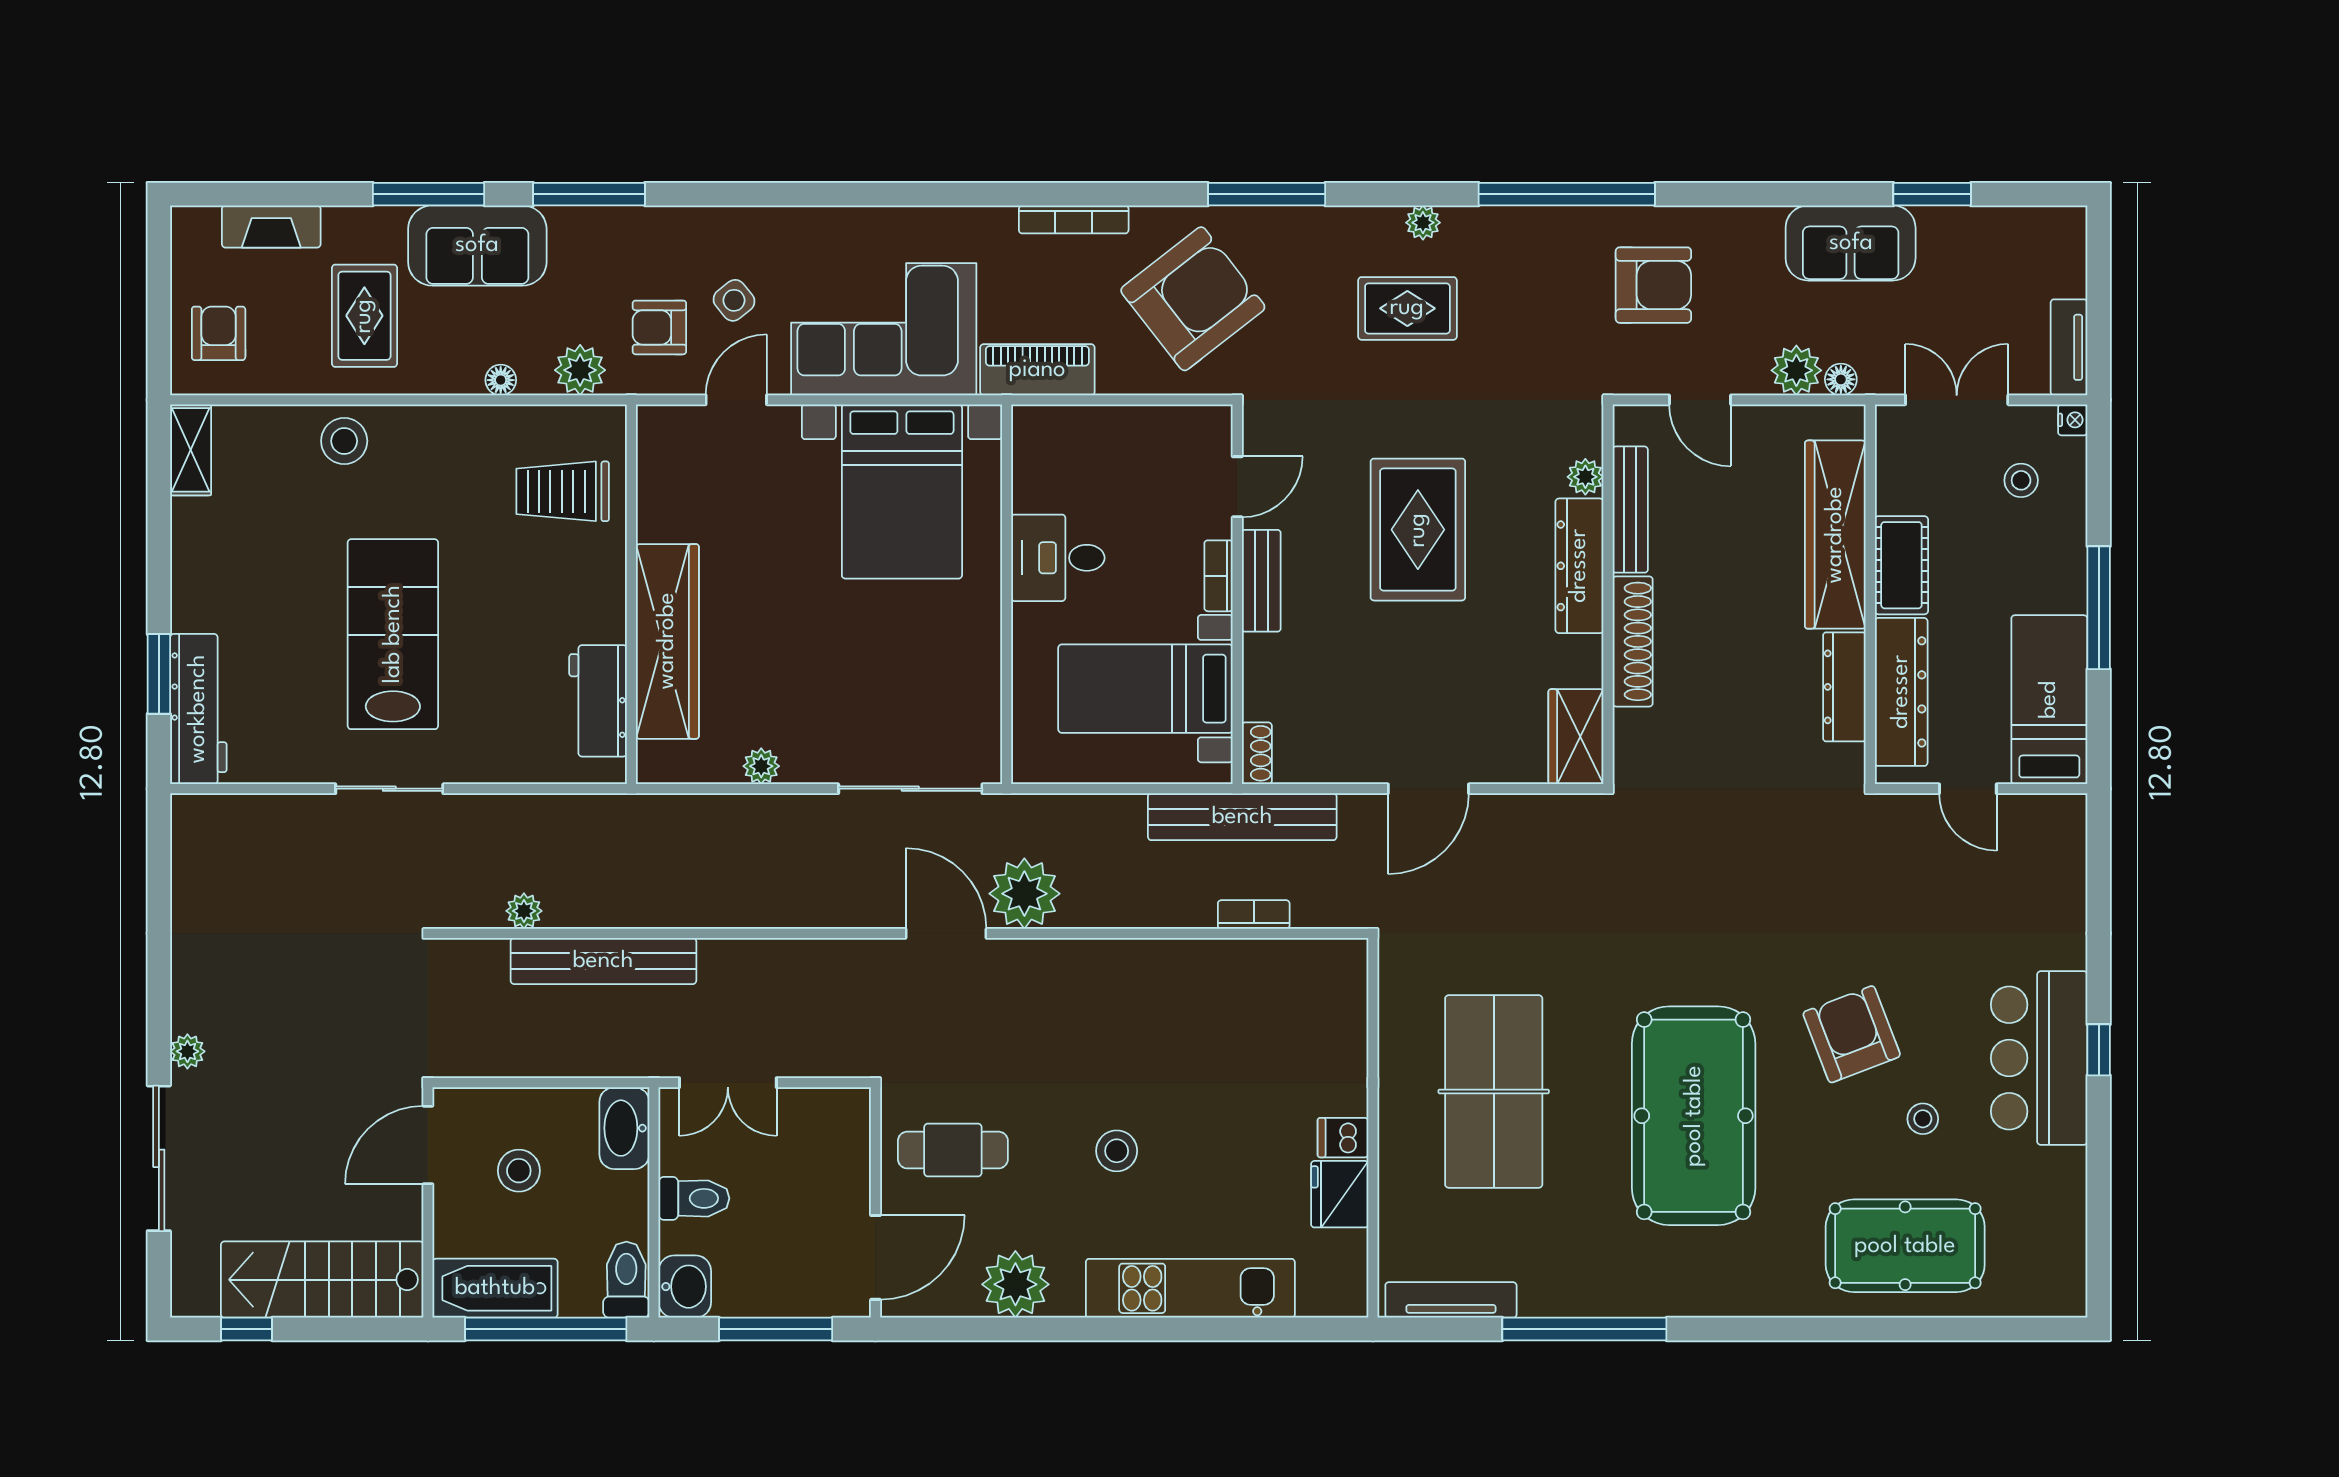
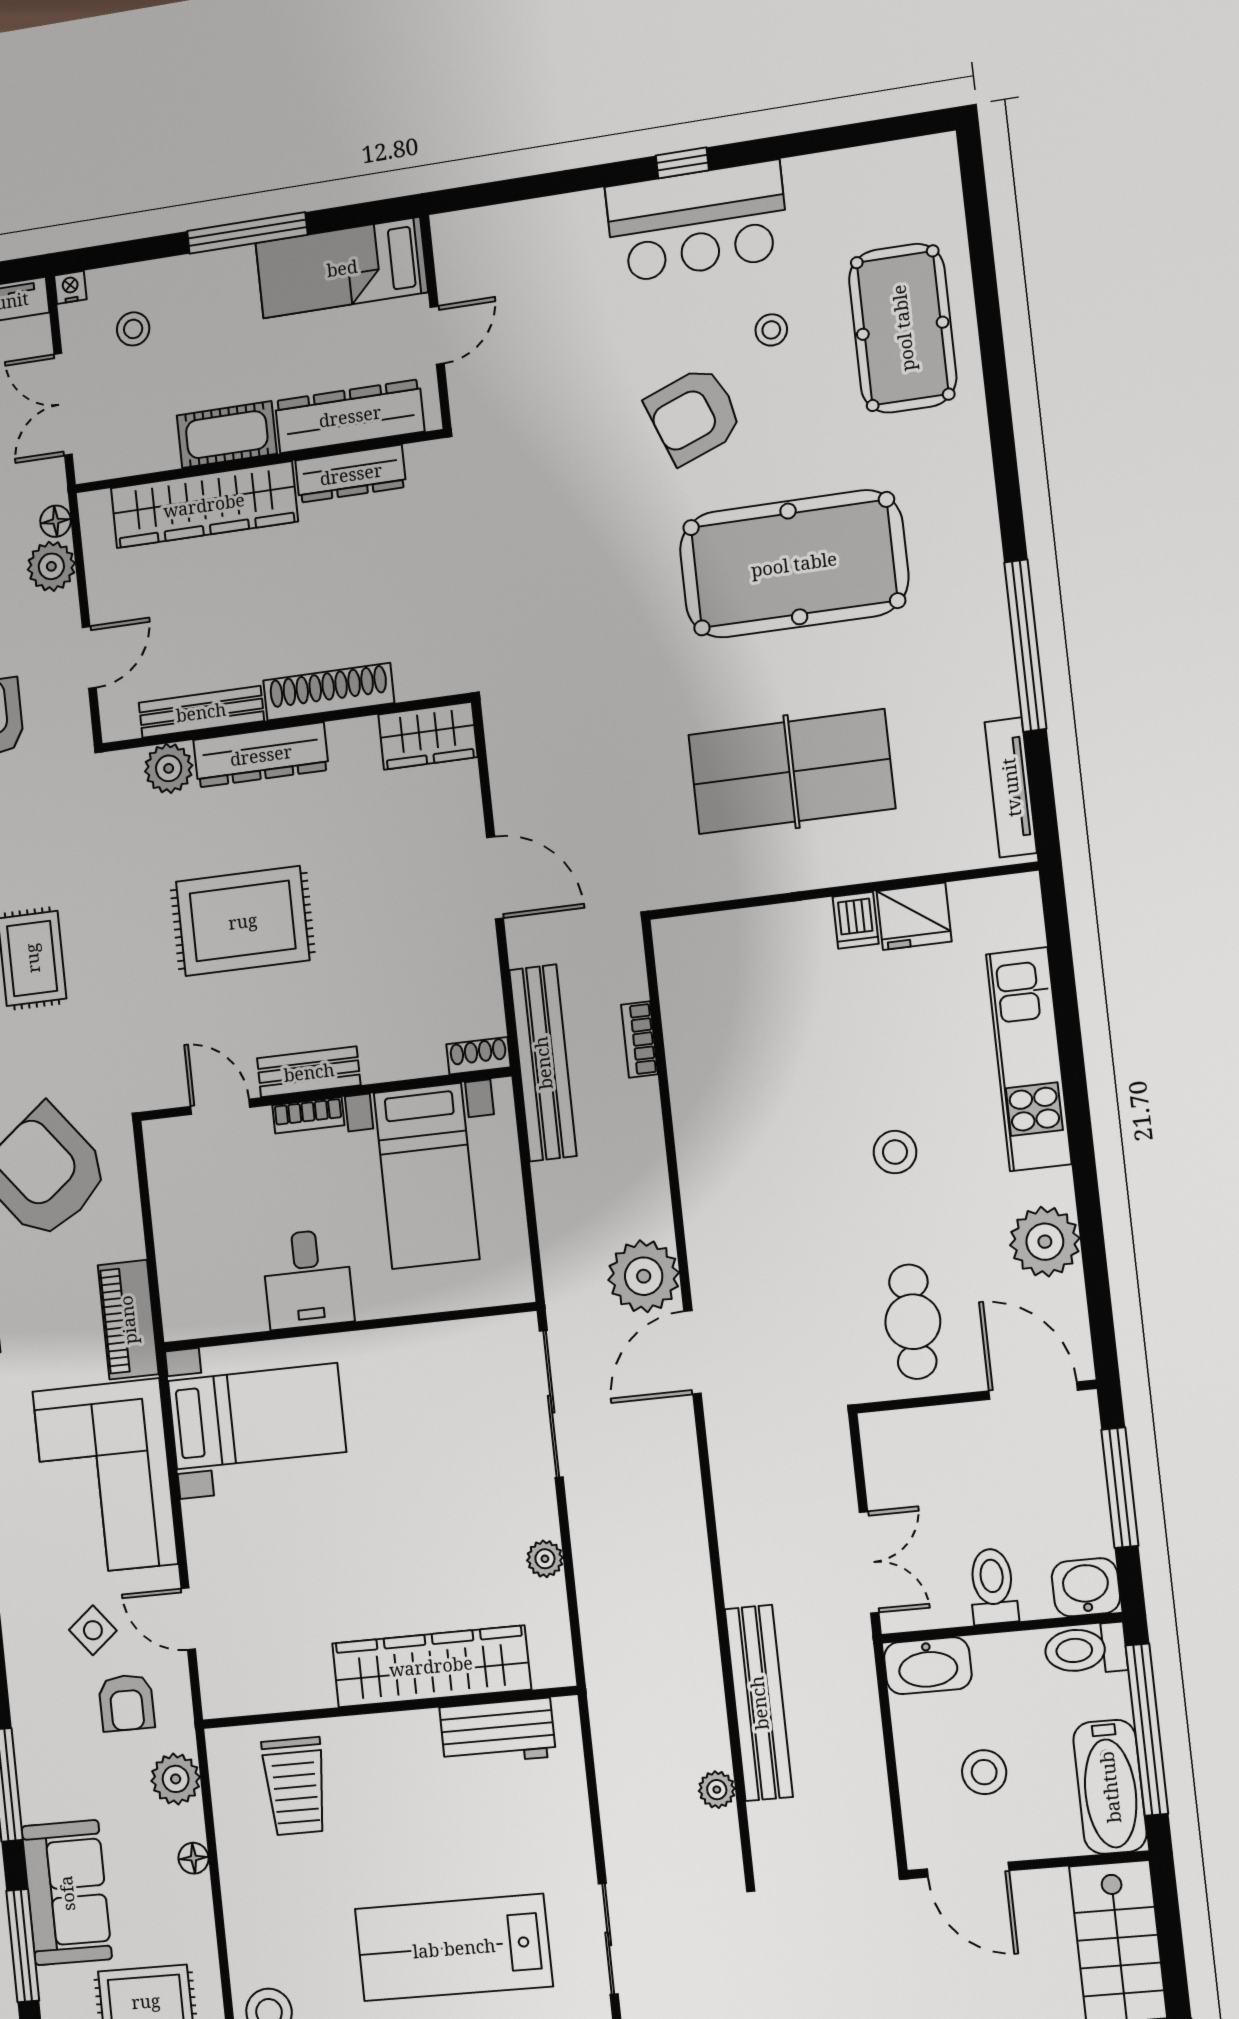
plant: (1585, 477) -> (169, 768), width x1.38, depth x1.38
bed with nightstands: (902, 491) -> (257, 1416), width x0.73

